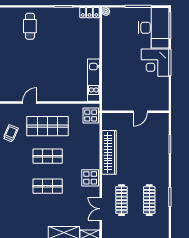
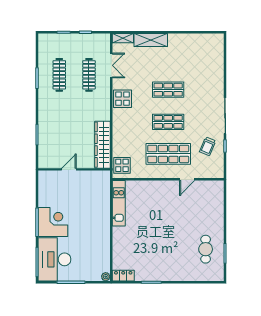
cafe table: (30, 26) -> (206, 249), moved
wardrobe: (109, 152) -> (102, 145), moved

